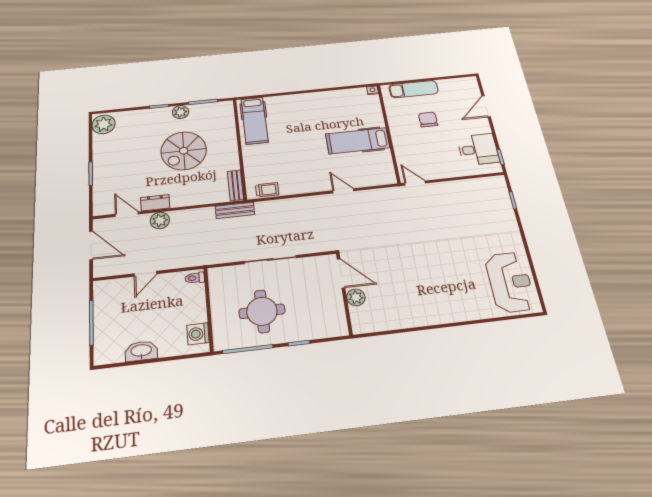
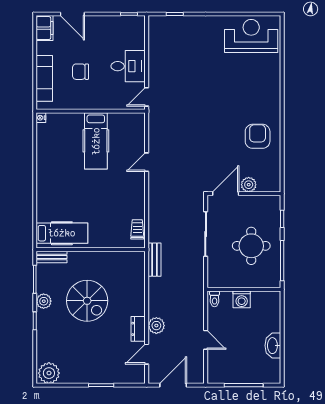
filing cabinet: (465, 84) -> (45, 28), added
desk: (478, 149) -> (128, 66), moved, turned 90
bench: (235, 185) -> (52, 257), moved
door: (341, 273) -> (226, 194), moved
wall: (344, 293) -> (244, 194), moved
plant: (356, 297) -> (249, 185), moved
armchair: (394, 303) -> (258, 136), added
washing machine: (198, 334) -> (242, 299), moved

